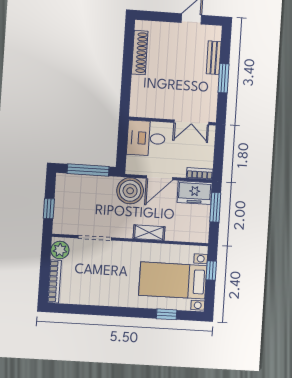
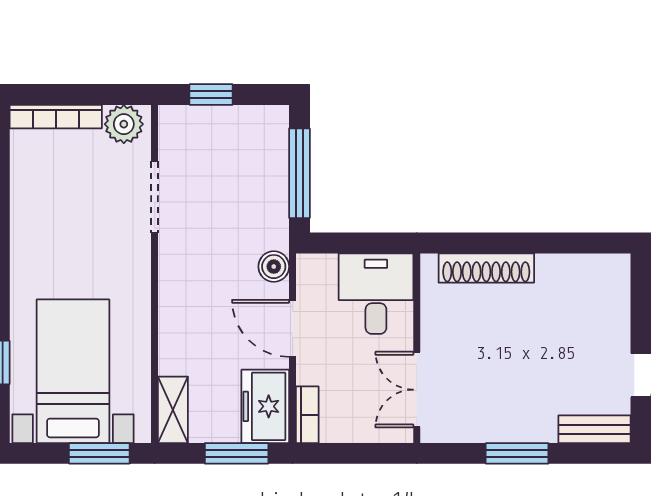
shoe rack: (140, 53) -> (486, 268), moved
bench: (214, 58) -> (595, 429), moved
boiler: (130, 191) -> (274, 267), width x0.54, depth x0.54
shelving: (149, 233) -> (173, 410), moved
window: (211, 271) -> (99, 453), width x1.50

